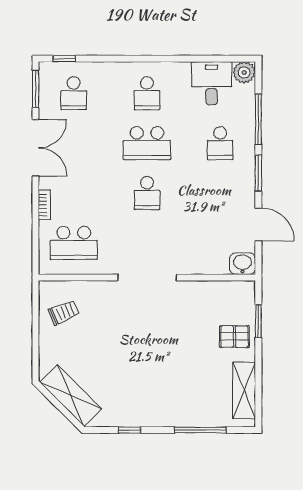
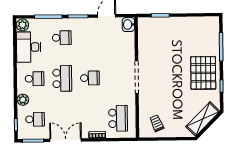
plant: (109, 72) -> (23, 100), added
desk: (212, 83) -> (29, 47), width x1.37
pallet: (234, 337) -> (203, 73), moved, width x2.05, depth x2.00
shelving: (244, 391) -> (199, 23), removed

